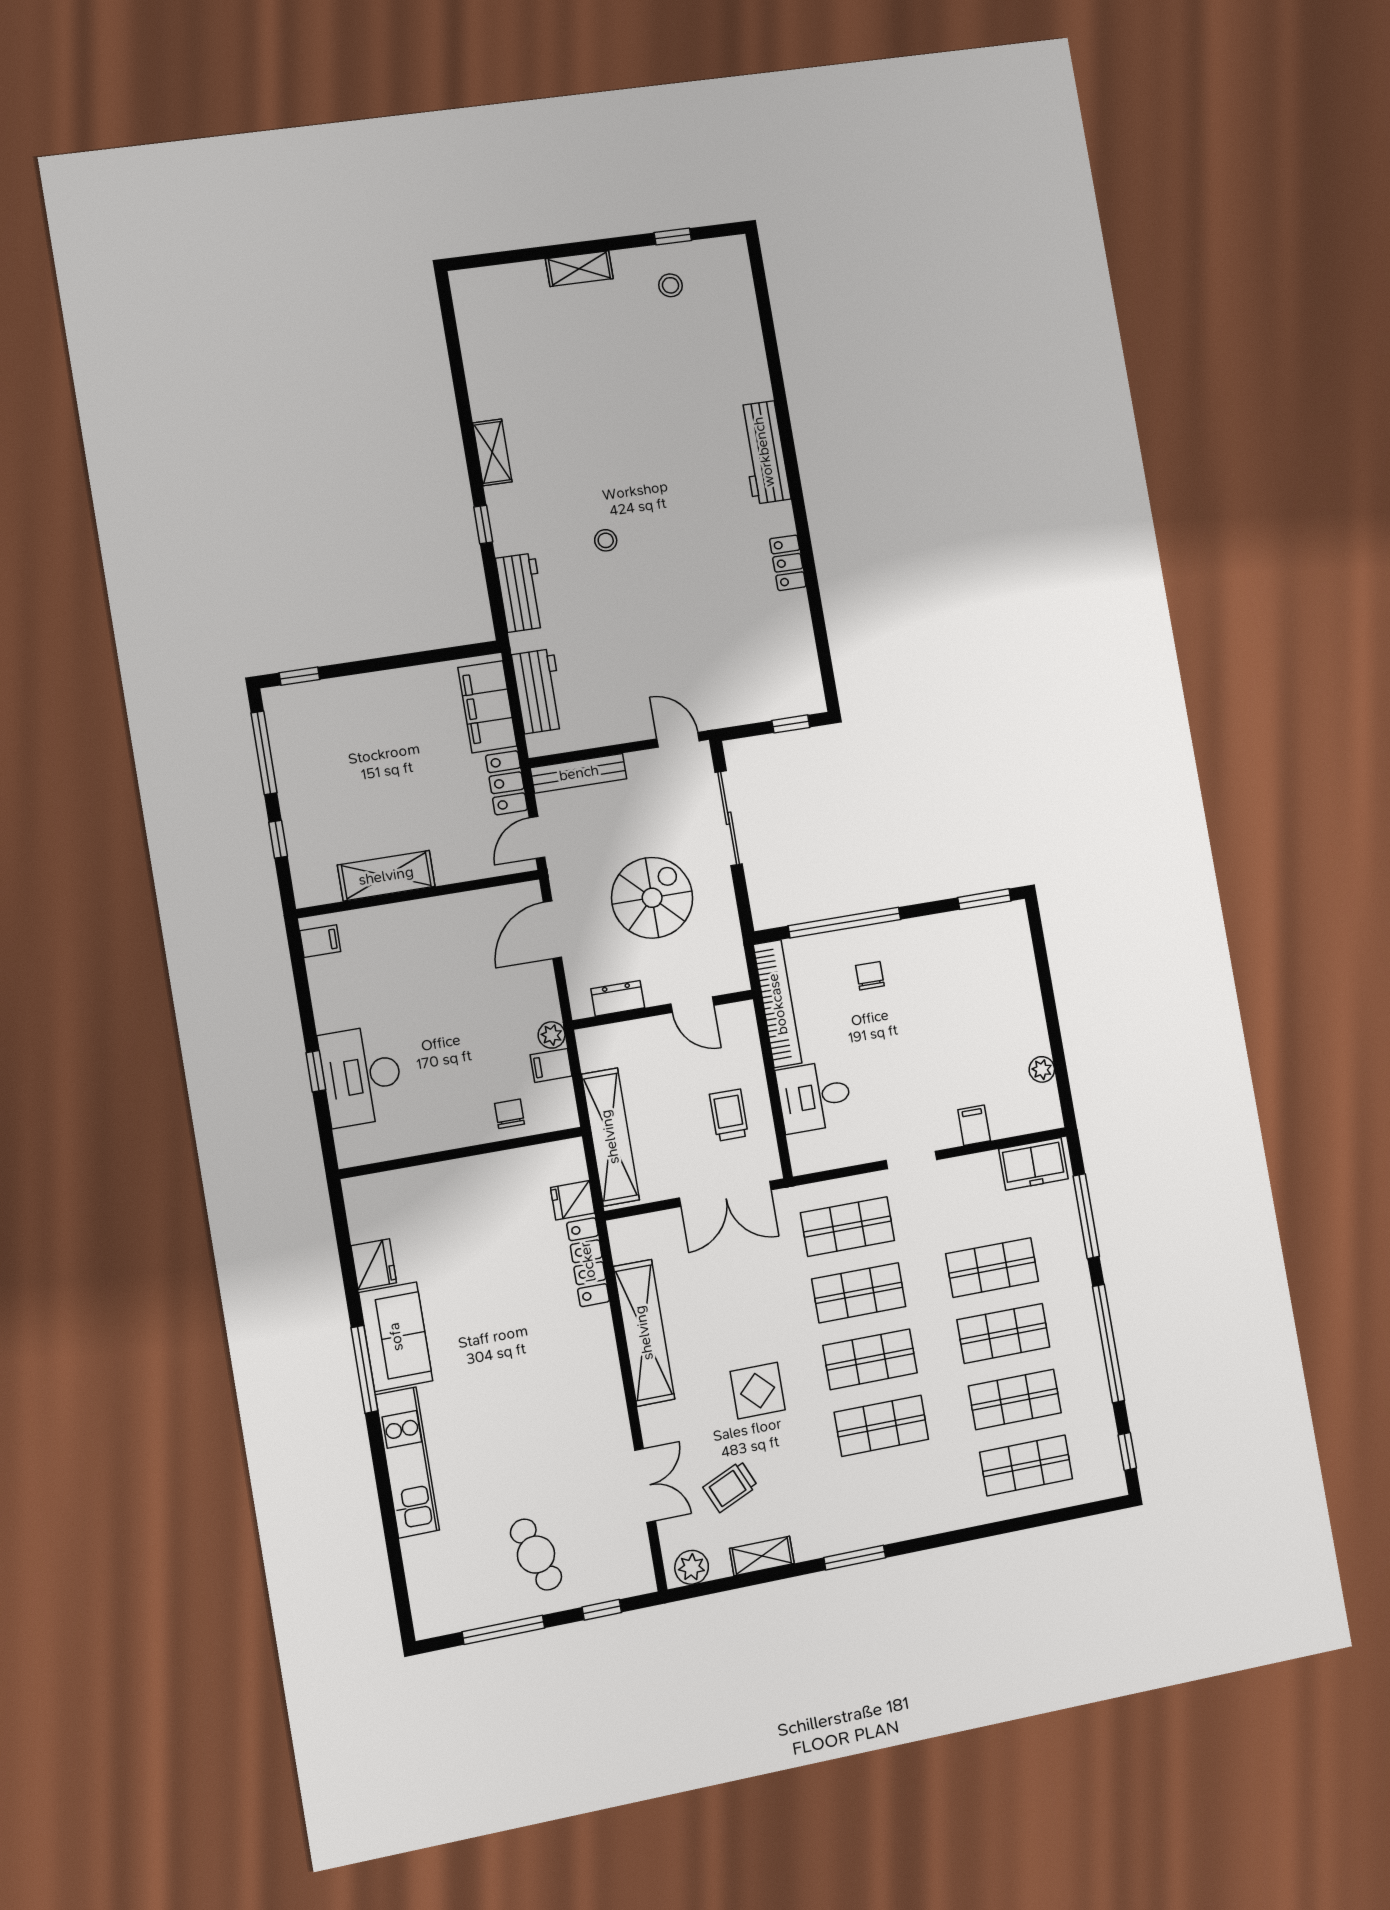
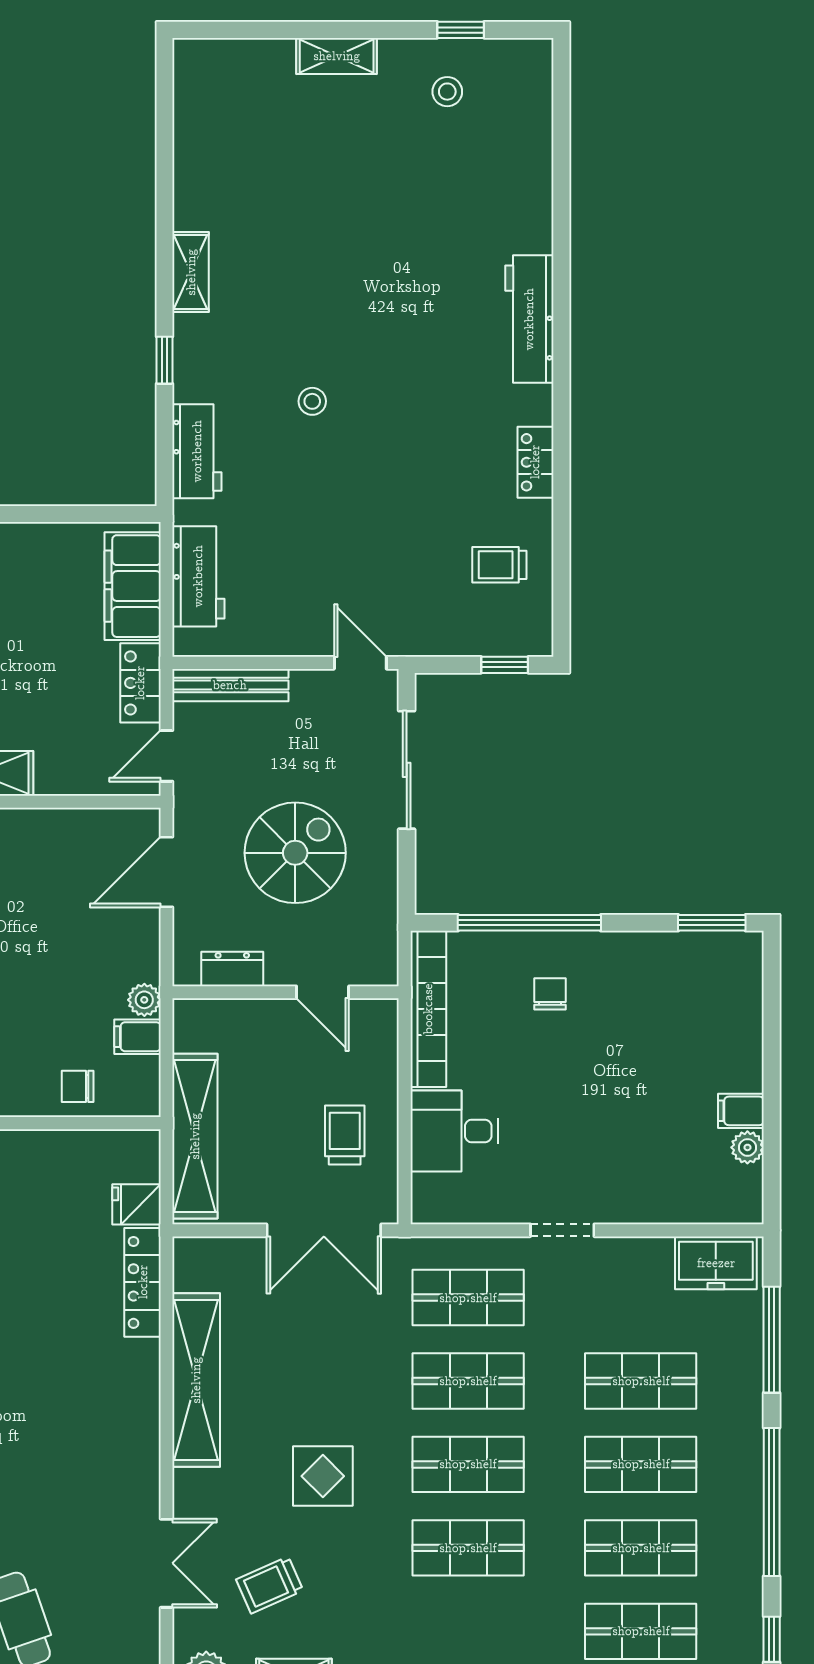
trolley: (773, 647) -> (499, 565), added
chair: (510, 1114) -> (78, 1086), turned -90
filing cabinet: (974, 1125) -> (741, 1111), moved, turned -90

